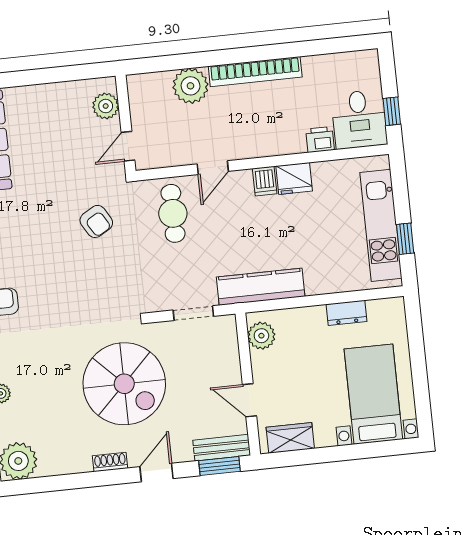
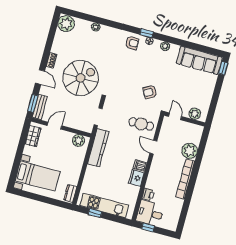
dresser: (346, 313) -> (70, 193), moved
spiral stairs: (124, 384) -> (81, 78), turned 180

